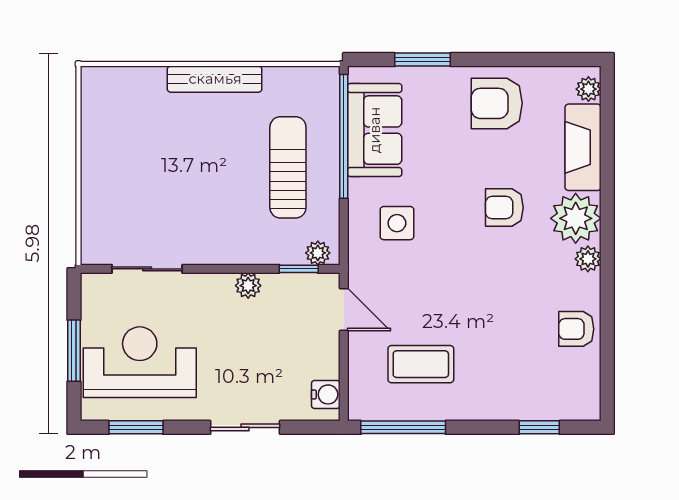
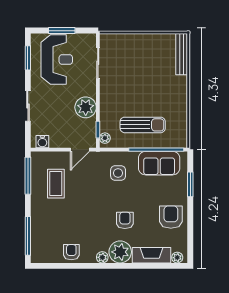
bench: (215, 79) -> (182, 54), moved
plant: (248, 286) -> (86, 107), width x1.88, depth x1.88
window: (539, 427) -> (28, 236), width x2.17

